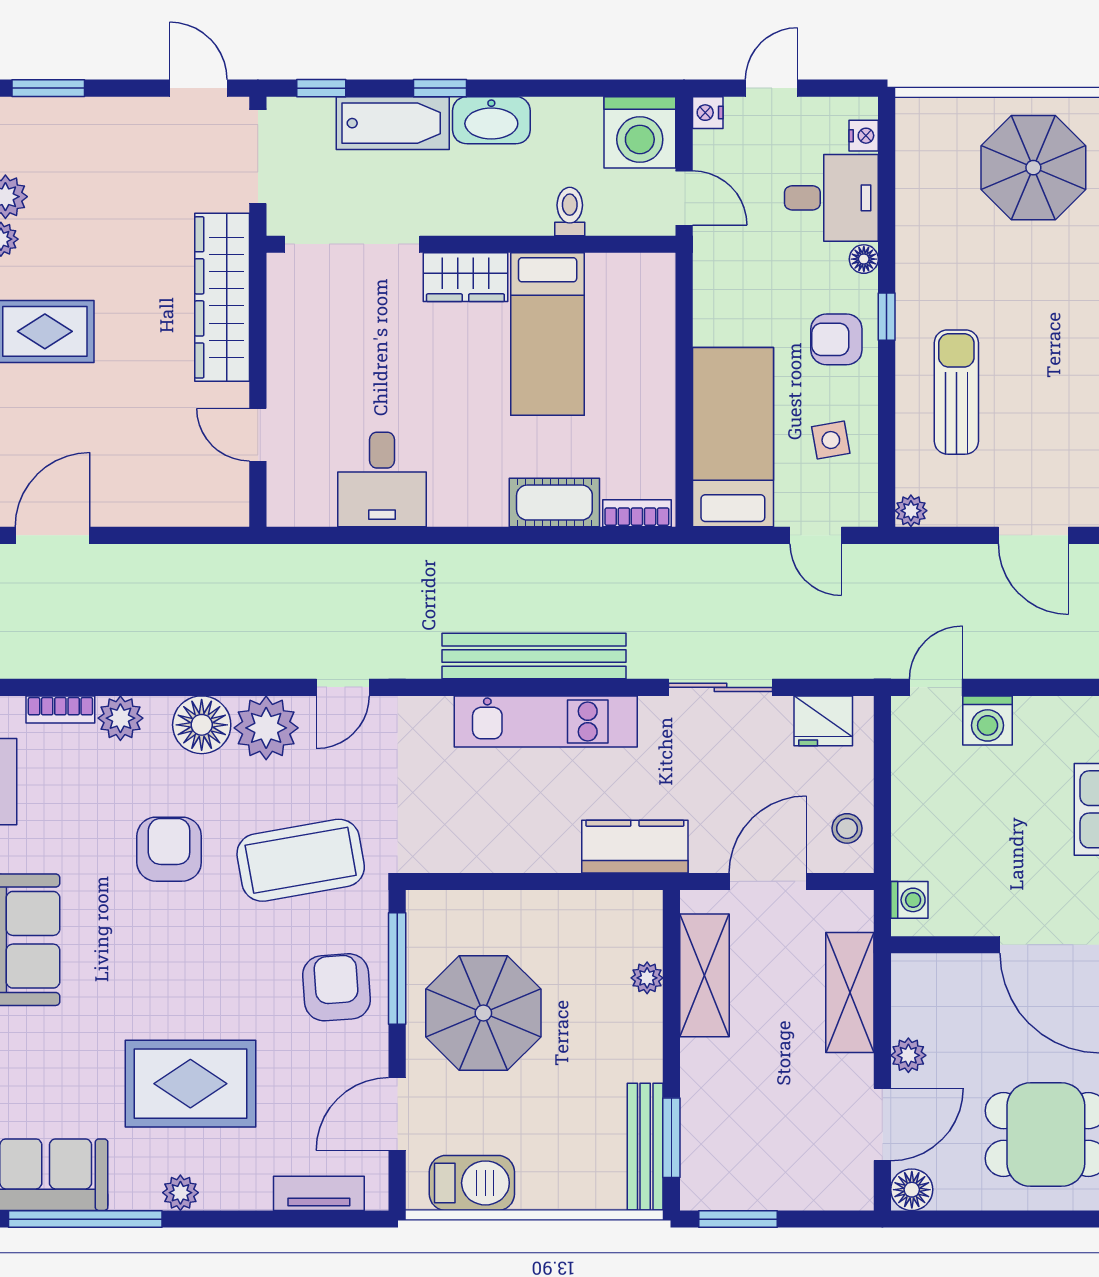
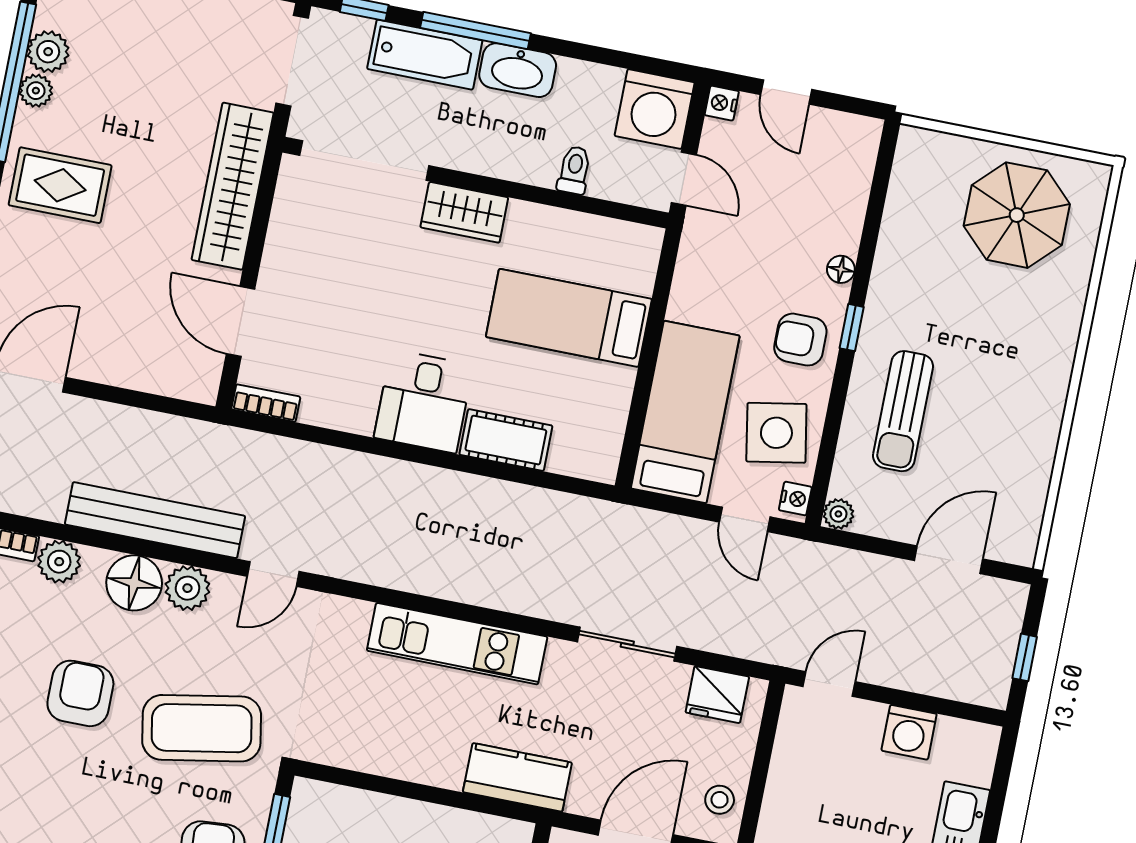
window: (440, 88) -> (476, 31), width x2.17
door: (772, 88) -> (786, 92), swing flipped
nightstand: (864, 136) -> (795, 499), moved
desk: (831, 198) -> (822, 206), removed
bed: (548, 334) -> (569, 318), moved, turned 90
sun lounger: (956, 392) -> (903, 411), turned 180
door: (258, 435) -> (241, 322), width x1.38
side table: (831, 440) -> (776, 433), width x1.87, depth x1.87
desk: (382, 480) -> (424, 401), moved
bookcase: (637, 513) -> (266, 403), moved
door: (1034, 535) -> (949, 560), swing flipped
bench: (534, 656) -> (155, 520), moved
washing machine: (988, 720) -> (909, 732), moved
plant: (266, 728) -> (187, 588), width x0.73, depth x0.73

